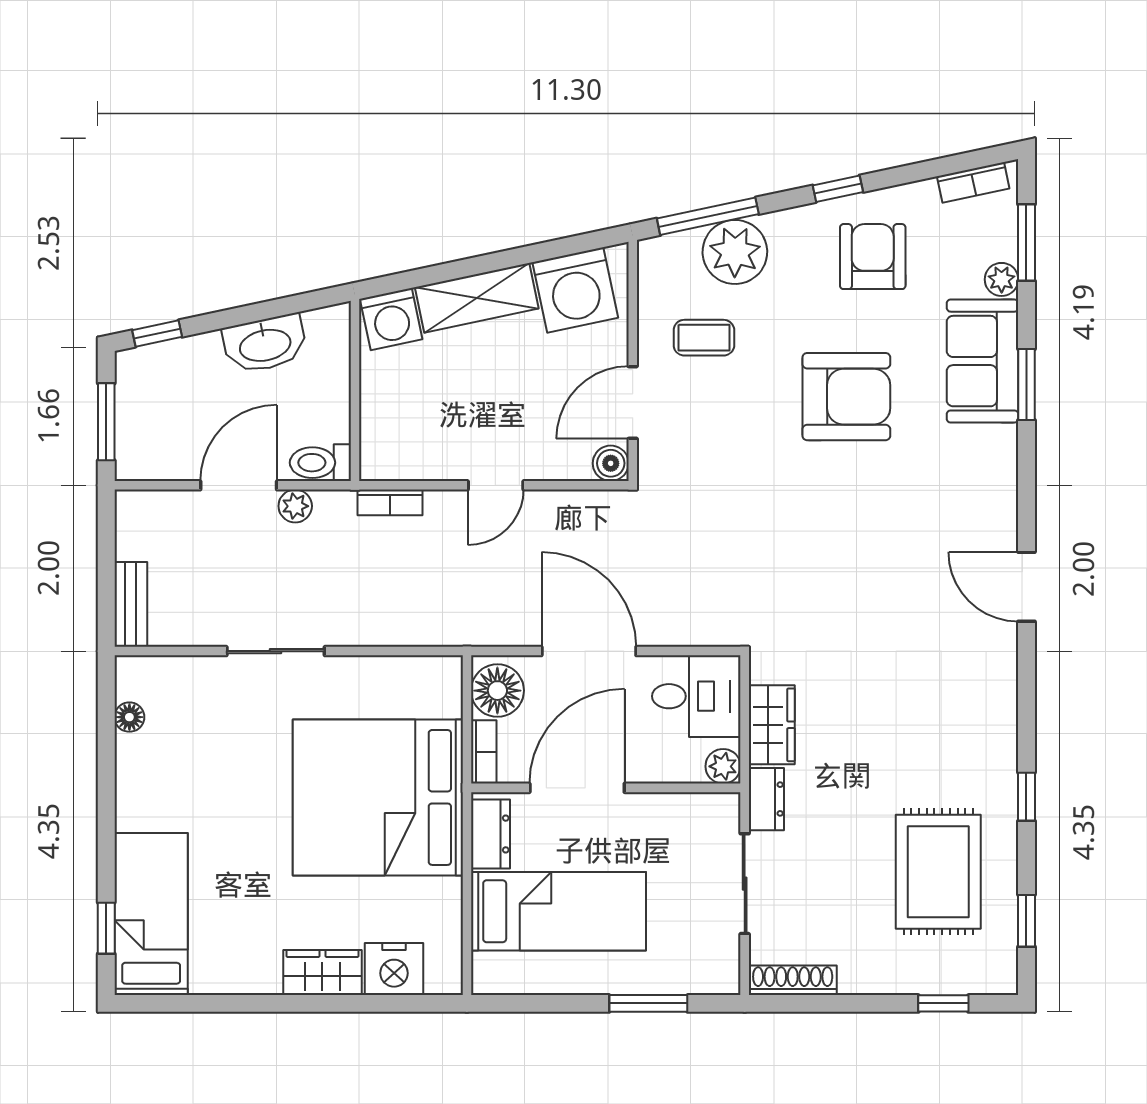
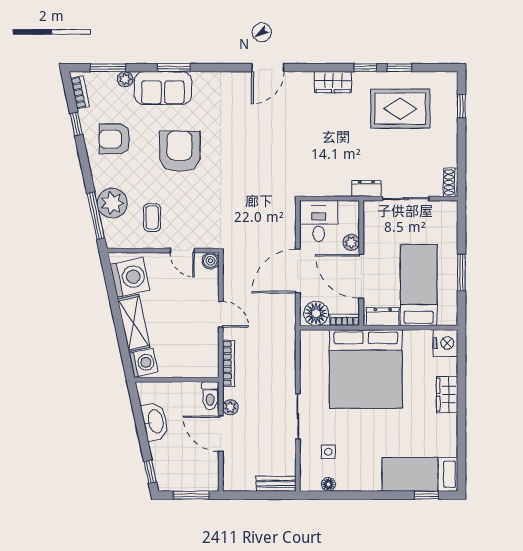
window: (838, 189) -> (76, 124), moved
door: (633, 403) -> (182, 251), width x0.73
bookcase: (390, 502) -> (229, 363), width x1.56
side table: (200, 717) -> (328, 452), added
wardrobe: (772, 725) -> (333, 82), moved, turned 180
plant: (723, 766) -> (351, 242), moved
window: (1026, 921) -> (399, 68), moved
nightstand: (394, 969) -> (445, 343), moved
shoe rack: (793, 980) -> (451, 182), width x0.70
window: (648, 1003) -> (461, 273), moved

